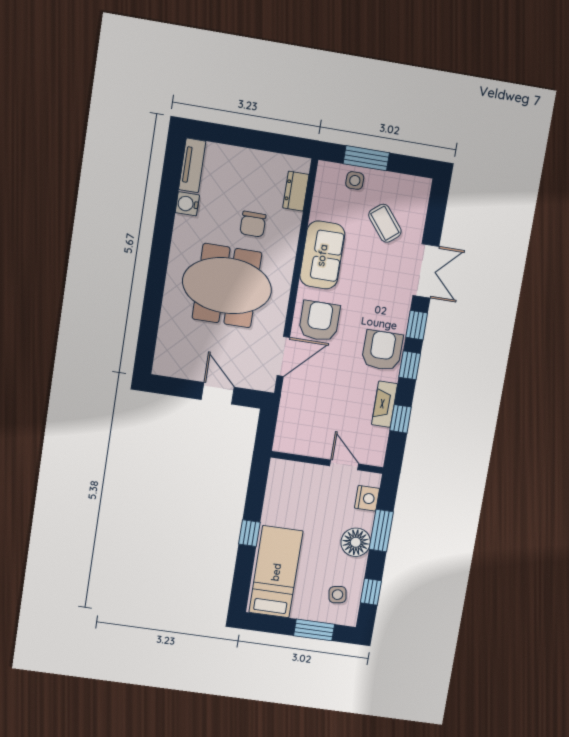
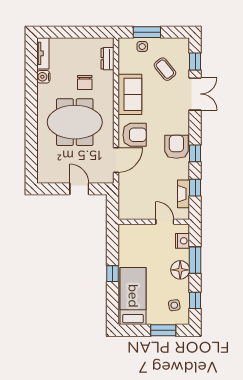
armchair: (319, 321) -> (135, 135), turned 90
window: (417, 325) -> (195, 61), moved
fireplace: (384, 404) -> (184, 194), moved

